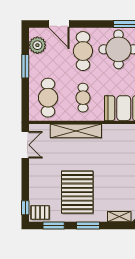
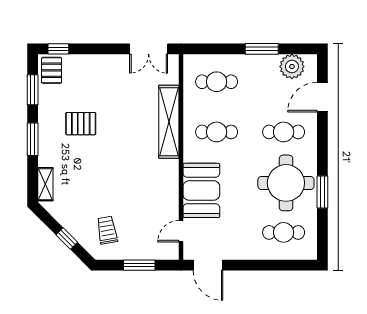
cafe table: (83, 51) -> (284, 132), width x0.73, depth x0.74
cafe table: (48, 98) -> (217, 82), width x0.73, depth x0.74
pallet: (77, 192) -> (81, 124), width x0.49, depth x0.50

